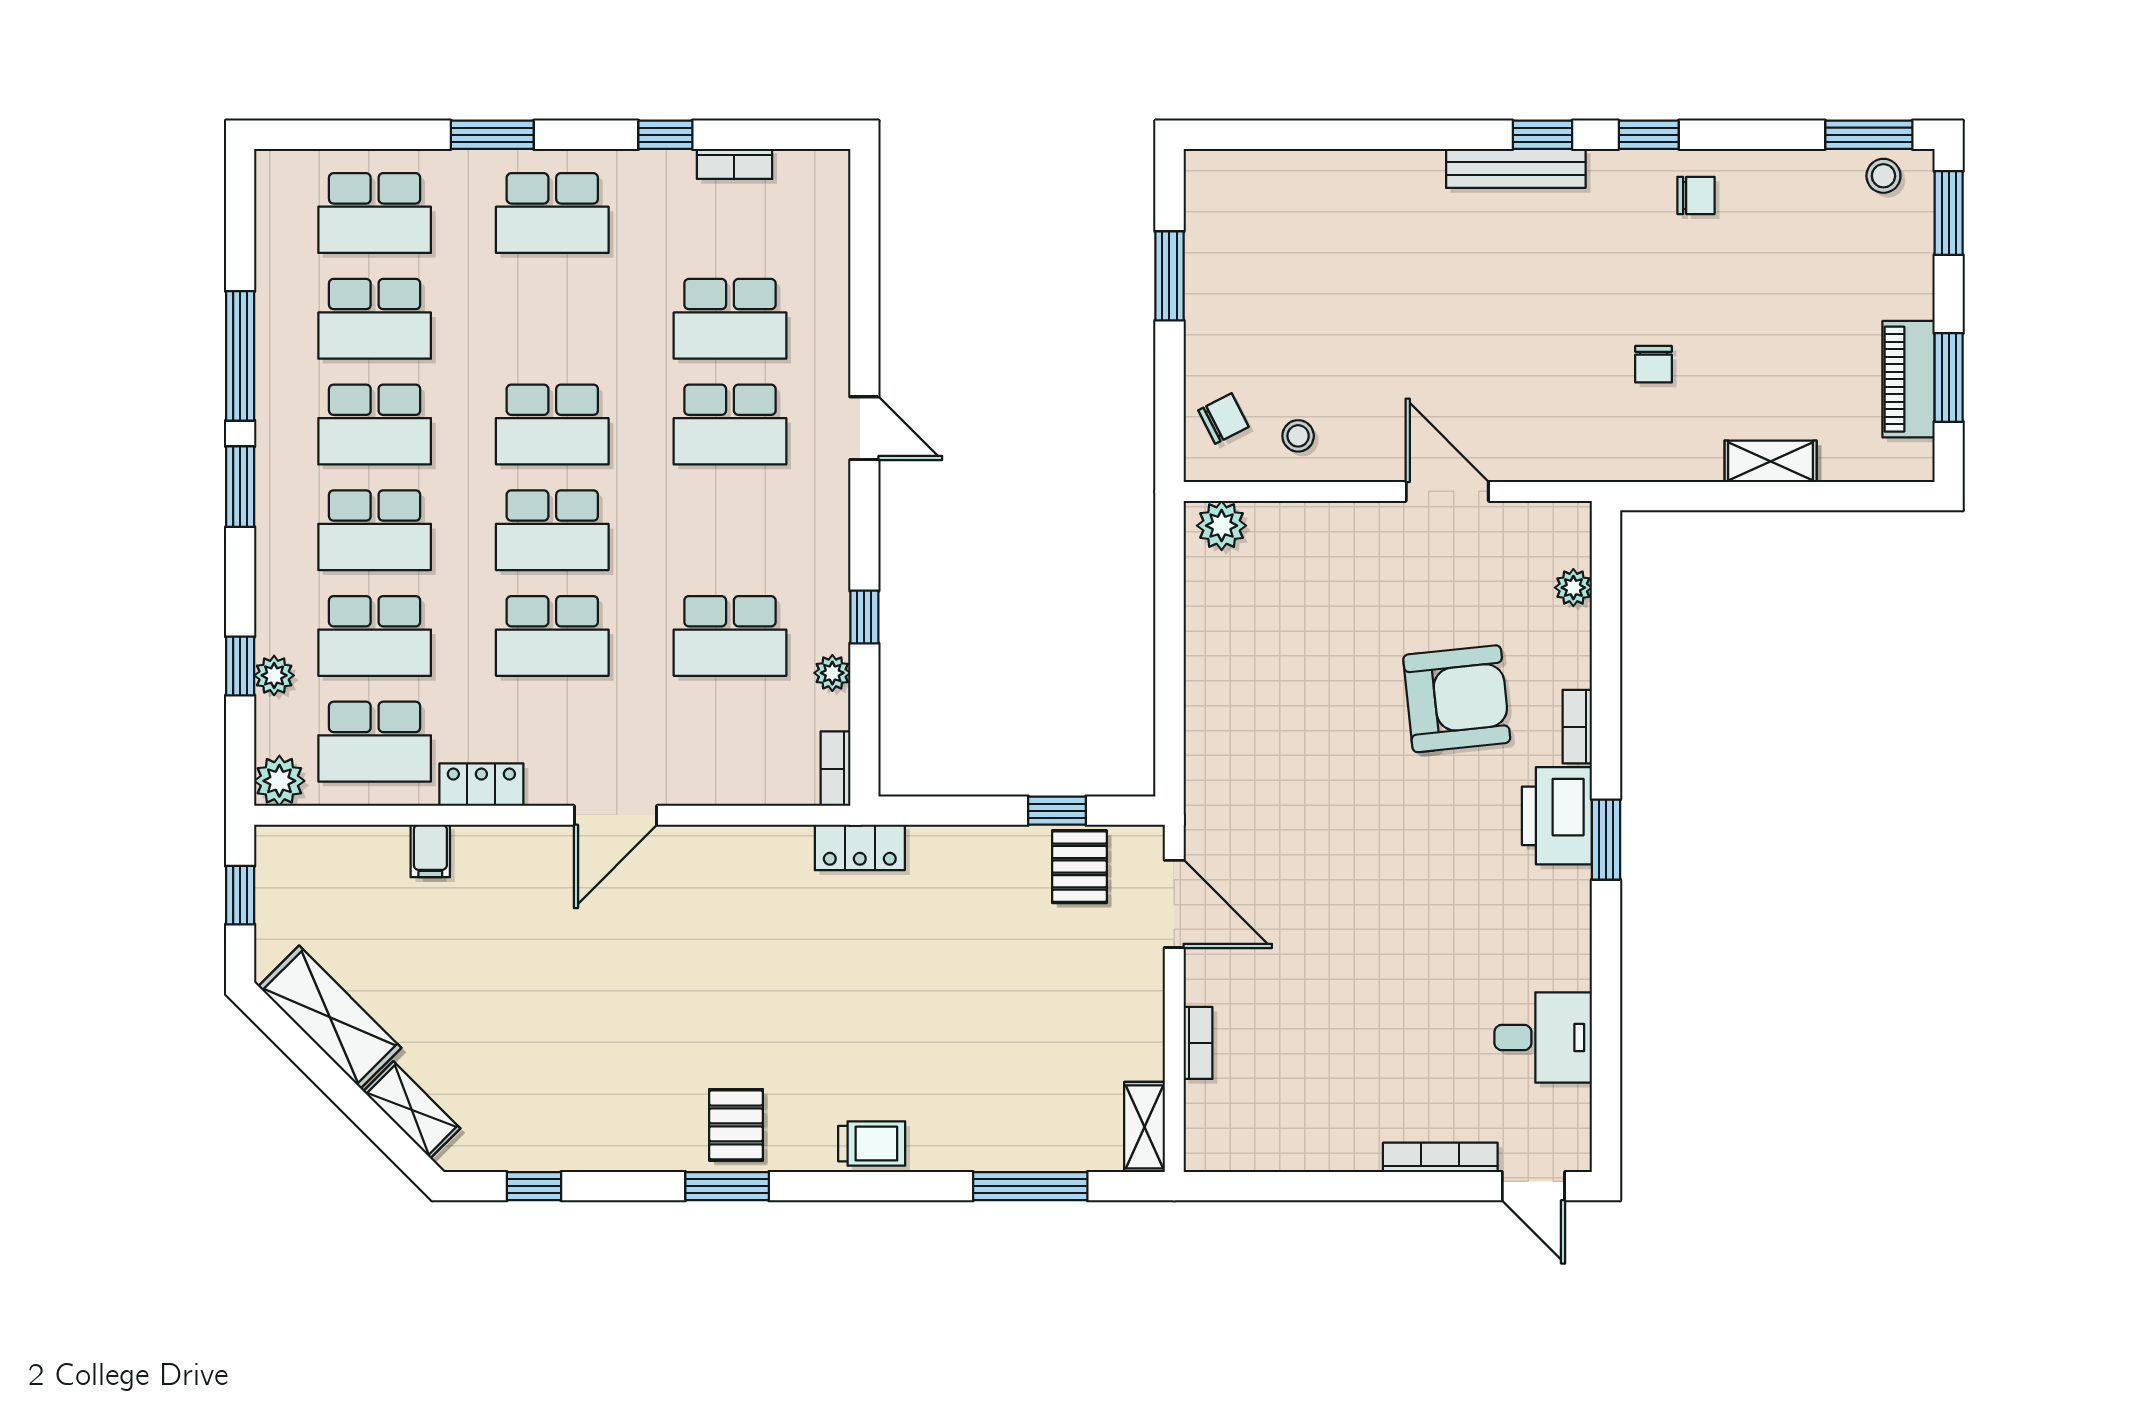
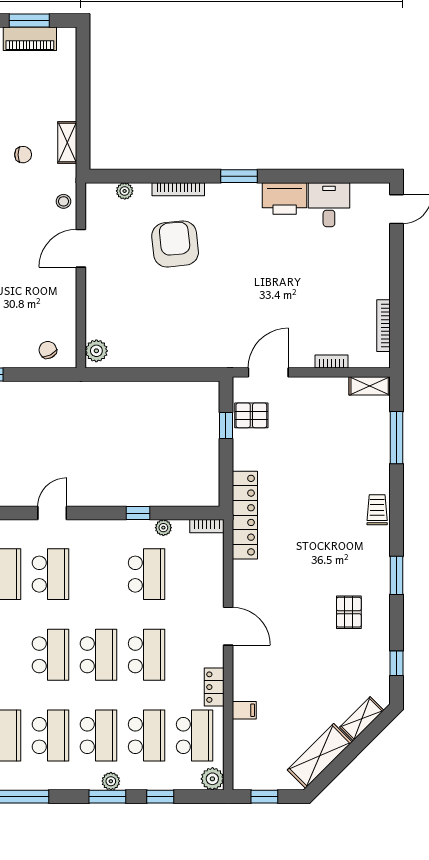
stool: (1298, 436) -> (64, 201), moved
shelving: (1771, 461) -> (67, 143), moved
window: (240, 487) -> (107, 797), moved
plant: (274, 675) -> (111, 781), moved
bookcase: (1577, 727) -> (178, 189), width x1.56
printer: (1557, 816) -> (285, 198), moved
locker: (860, 847) -> (245, 515), width x2.16, depth x1.21
pallet: (736, 1125) -> (349, 612), moved, turned 90
bookcase: (1440, 1157) -> (383, 326), moved

